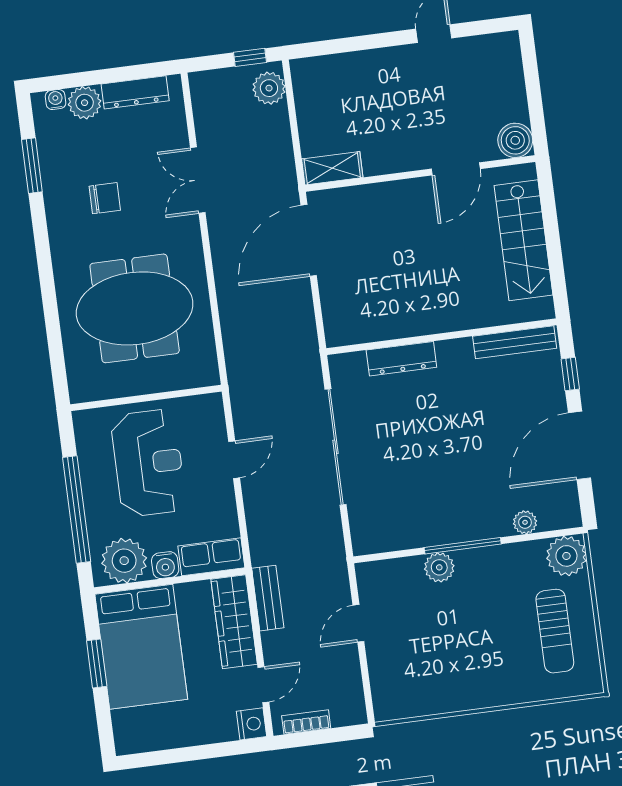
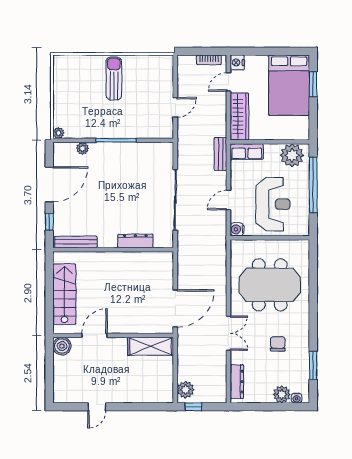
dresser: (135, 92) -> (237, 382), moved, turned 90
shelving: (332, 168) -> (151, 346), width x1.50, depth x1.33
double door: (198, 180) -> (228, 333), moved
chair: (105, 198) -> (278, 344), turned 90
reception desk: (148, 463) -> (273, 204), turned 180
plant: (566, 556) -> (58, 133), width x0.53, depth x0.53
water cooler: (165, 565) -> (237, 229), moved, turned -90
plant: (439, 567) -> (130, 131), removed
bench: (268, 598) -> (220, 154), moved
sun lounger: (555, 631) -> (114, 79), moved
bed: (141, 647) -> (289, 85), moved, turned 180
window: (97, 663) -> (313, 84), moved

